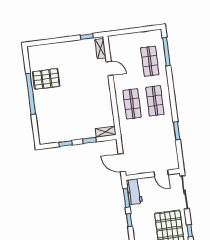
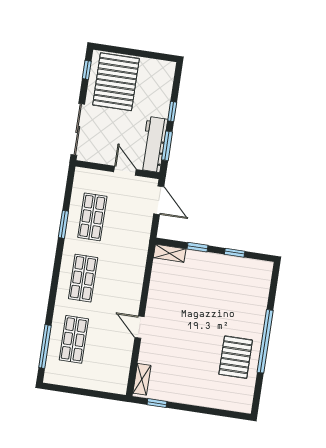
door: (110, 68) -> (140, 327), moved
pallet: (46, 79) -> (236, 357), turned 90
shop shelf: (132, 104) -> (92, 217), moved
door: (161, 173) -> (125, 171), moved
workbench: (134, 192) -> (154, 144), width x1.37

